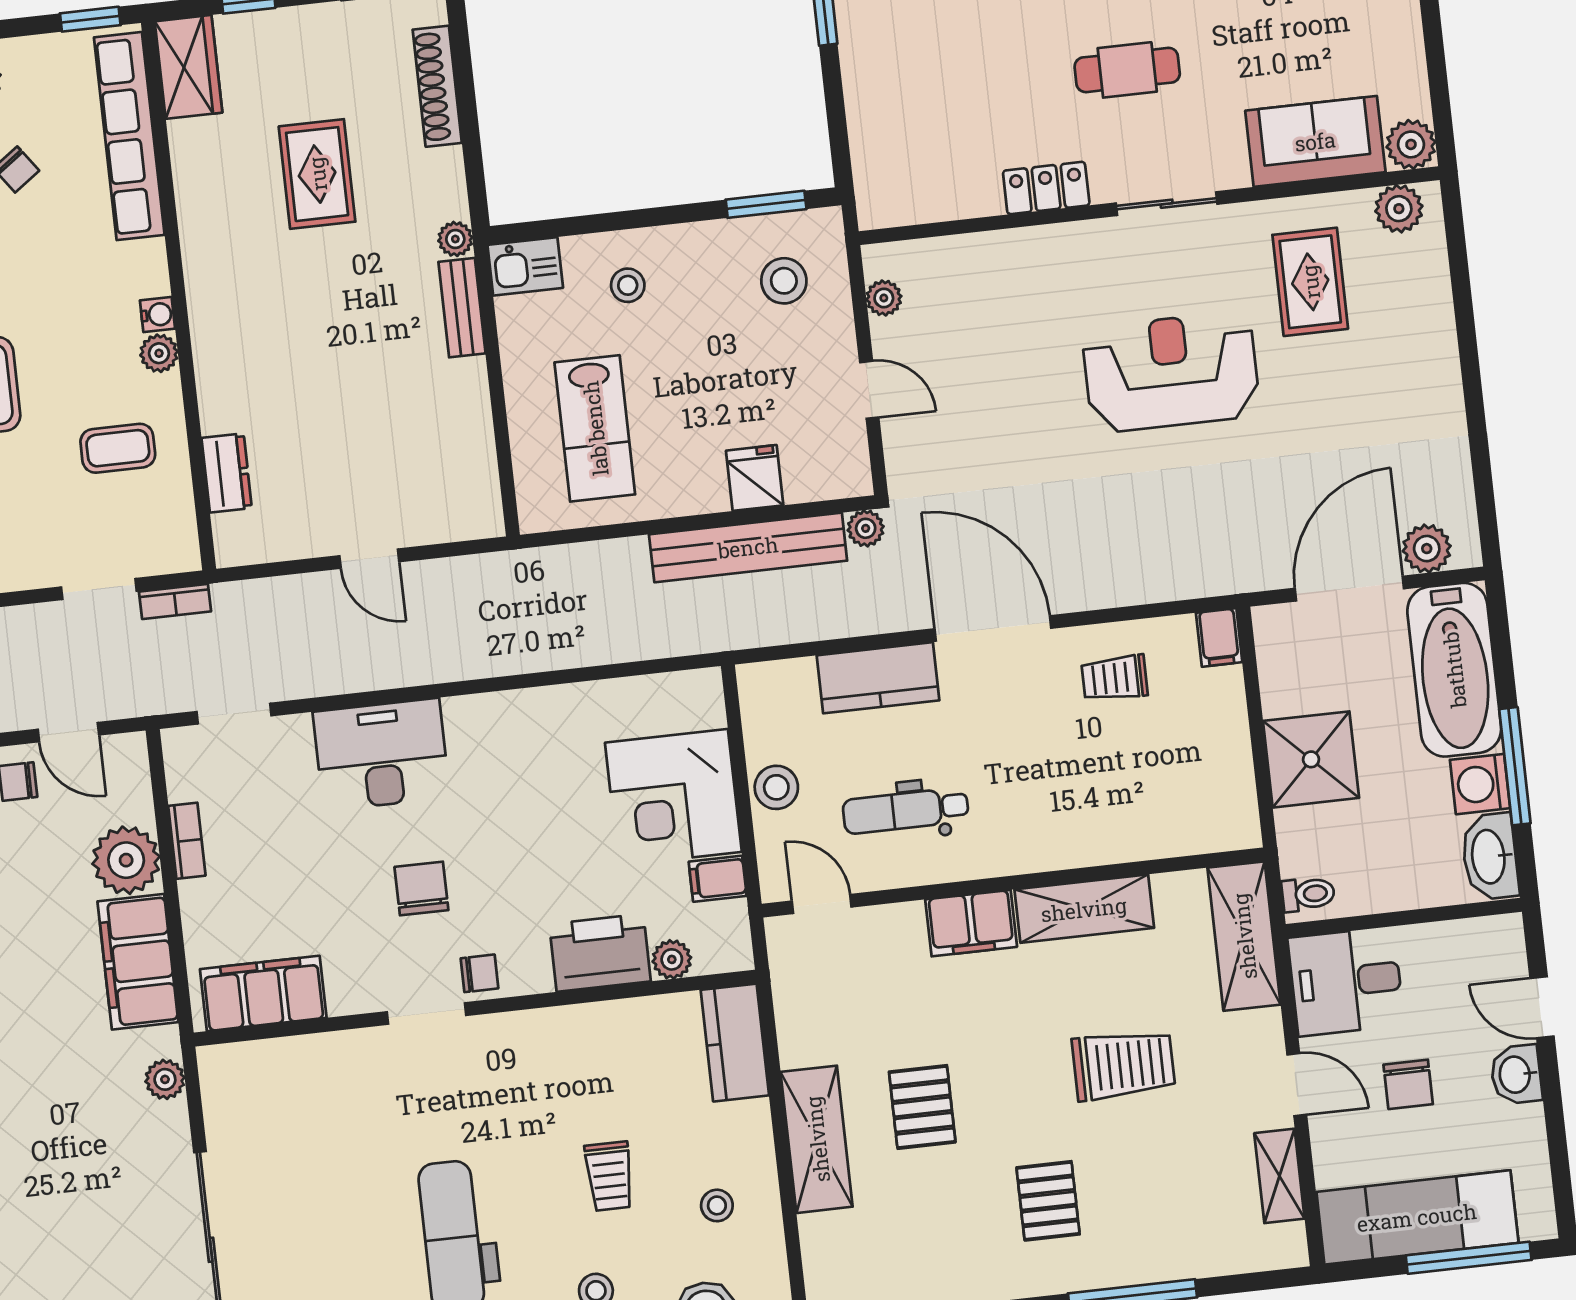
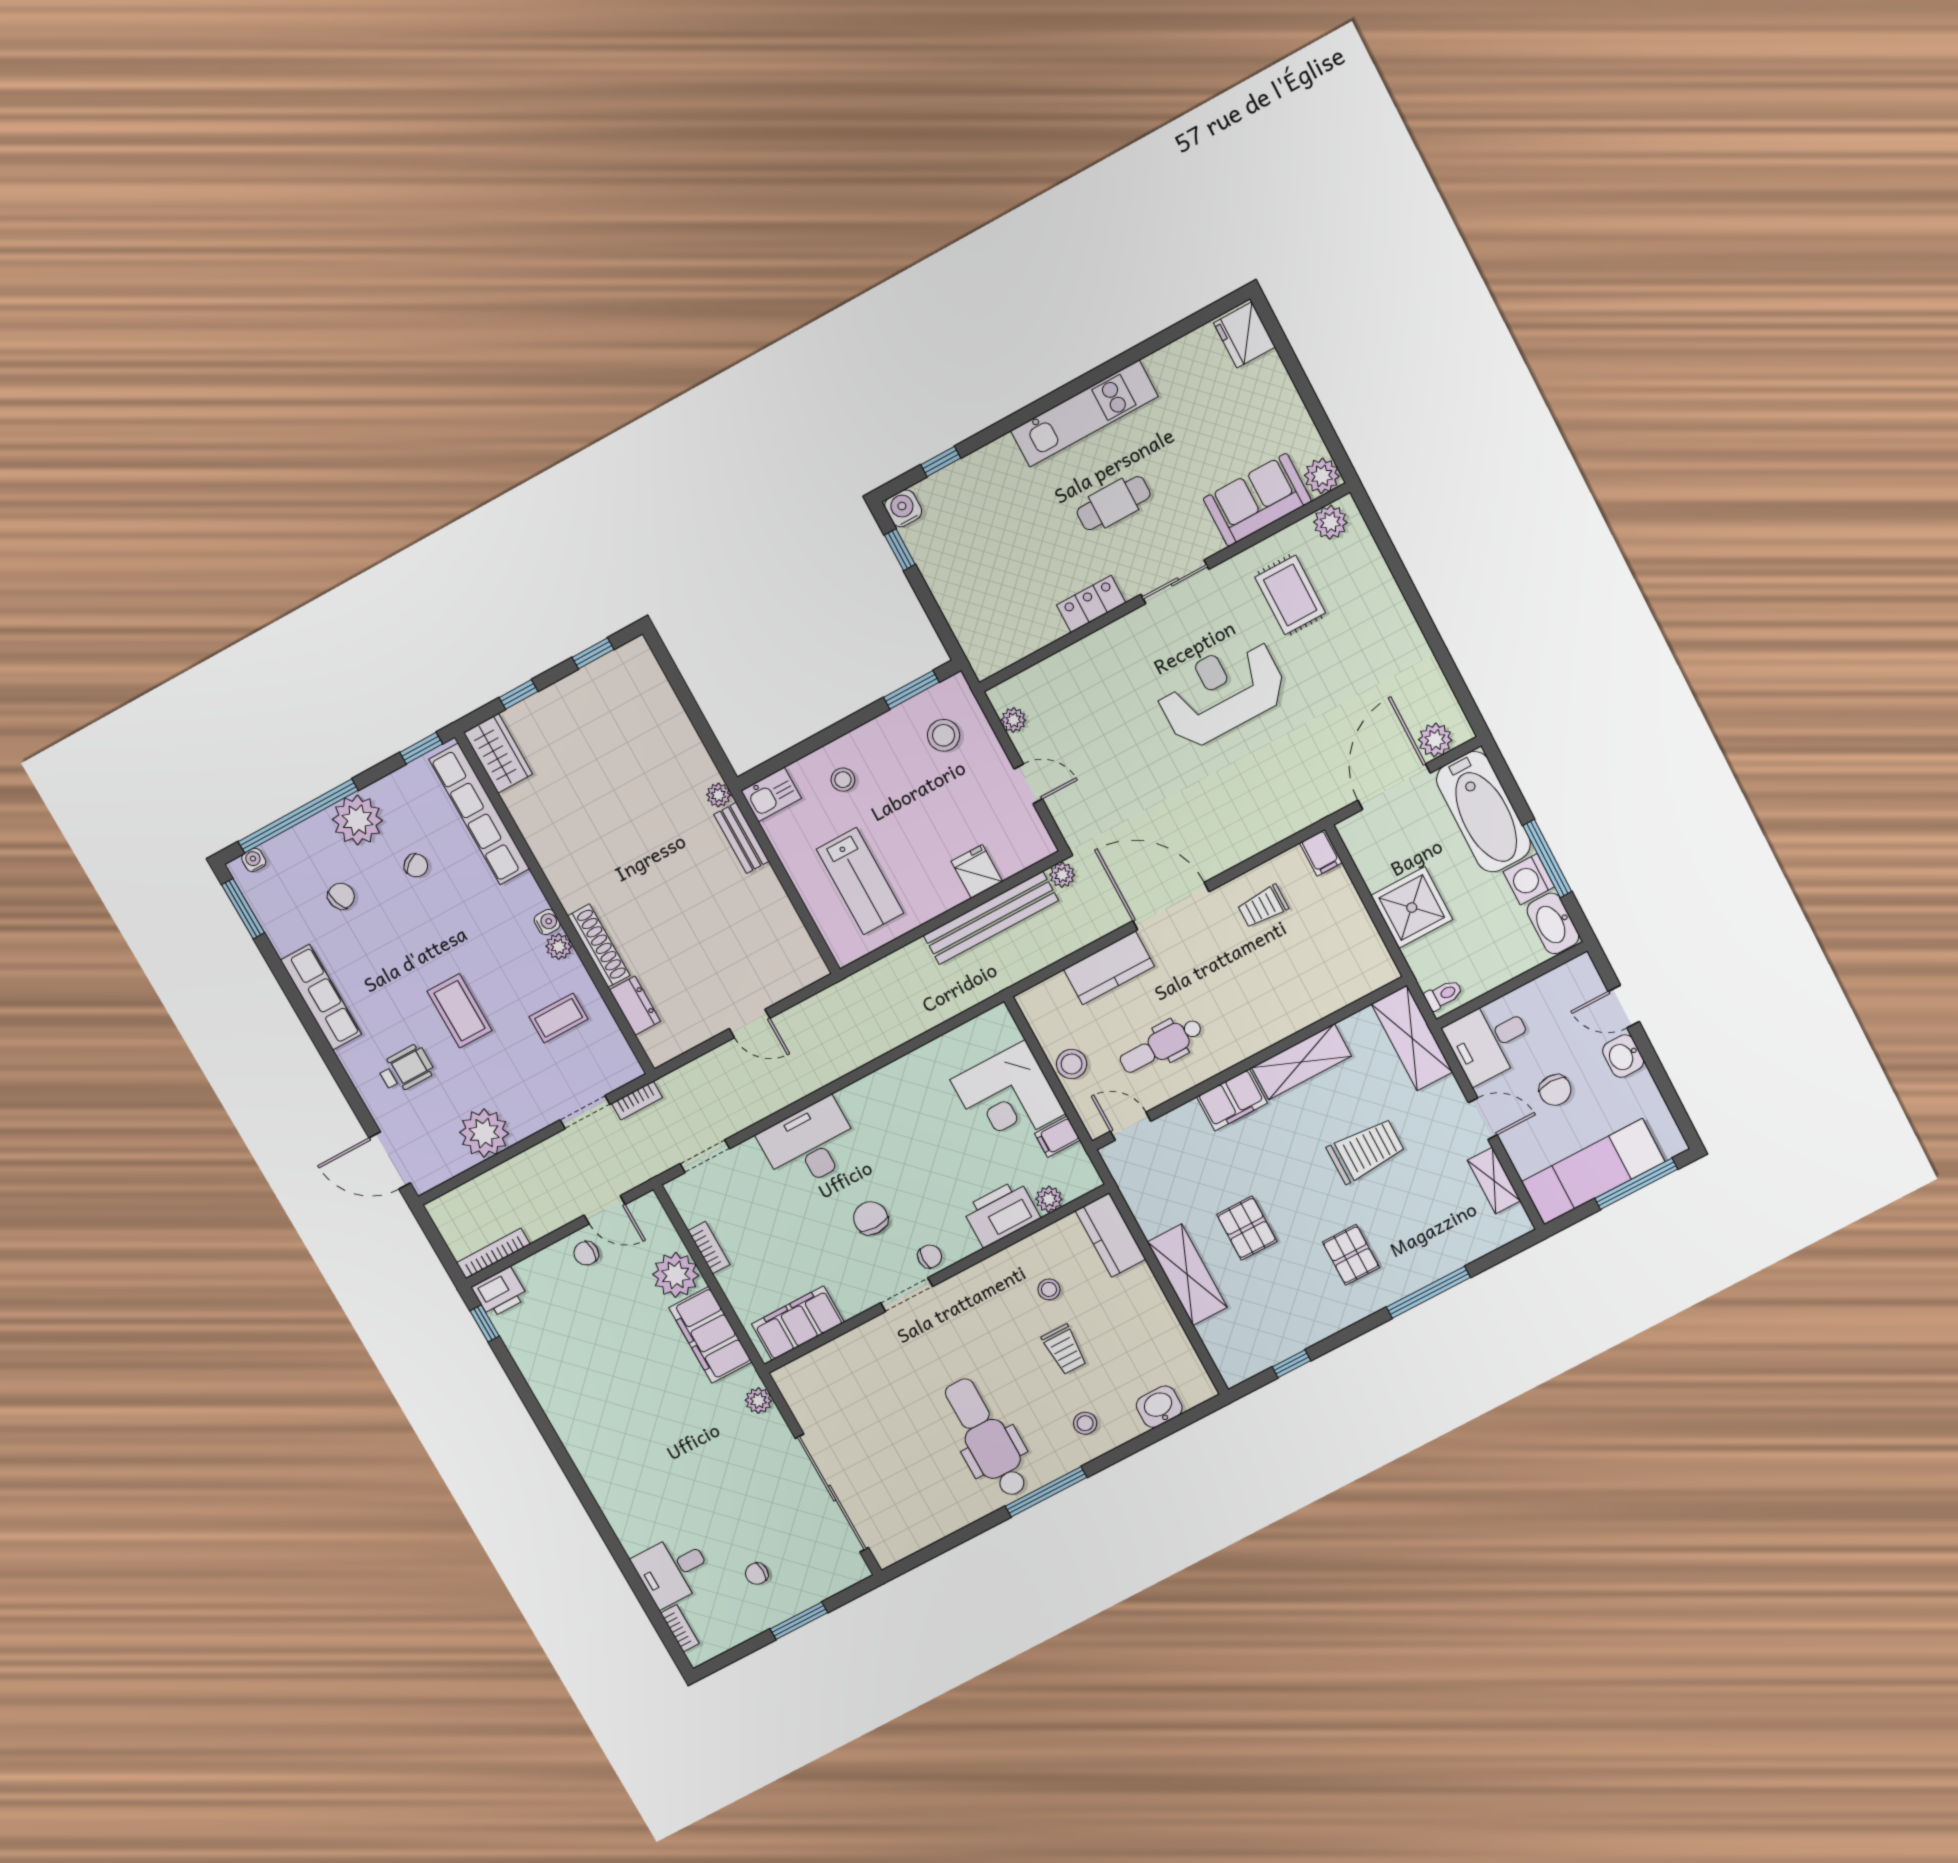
shoe rack: (437, 86) -> (599, 946), moved, turned 180
rug: (317, 174) -> (611, 789), removed
stool: (717, 1205) -> (1049, 1289), moved

